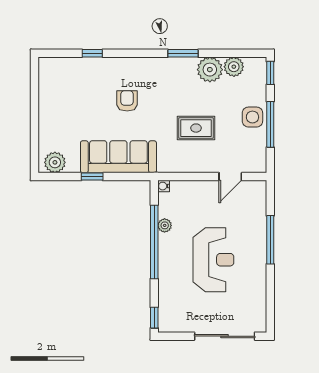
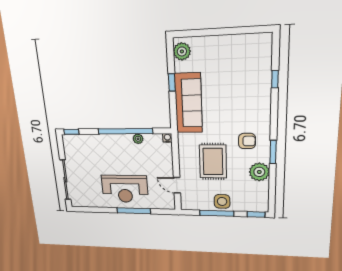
plant: (234, 67) -> (261, 189), removed
armchair: (127, 101) -> (247, 141), moved
rug: (196, 128) -> (213, 162), width x1.36, depth x1.43
reception desk: (213, 260) -> (125, 189), moved

